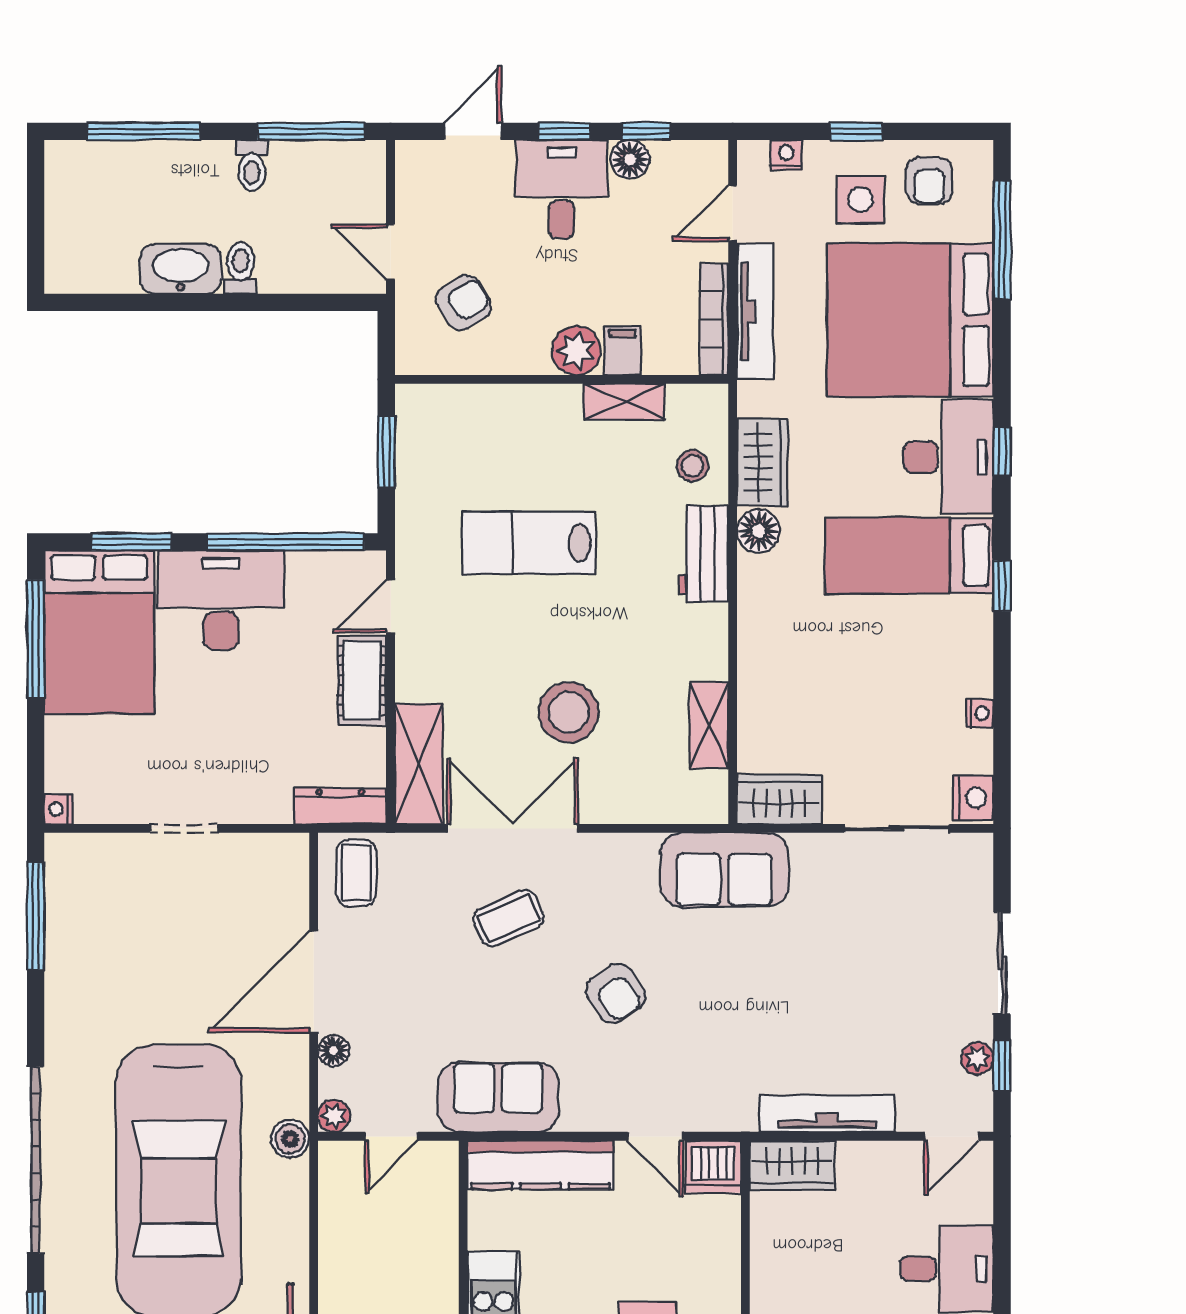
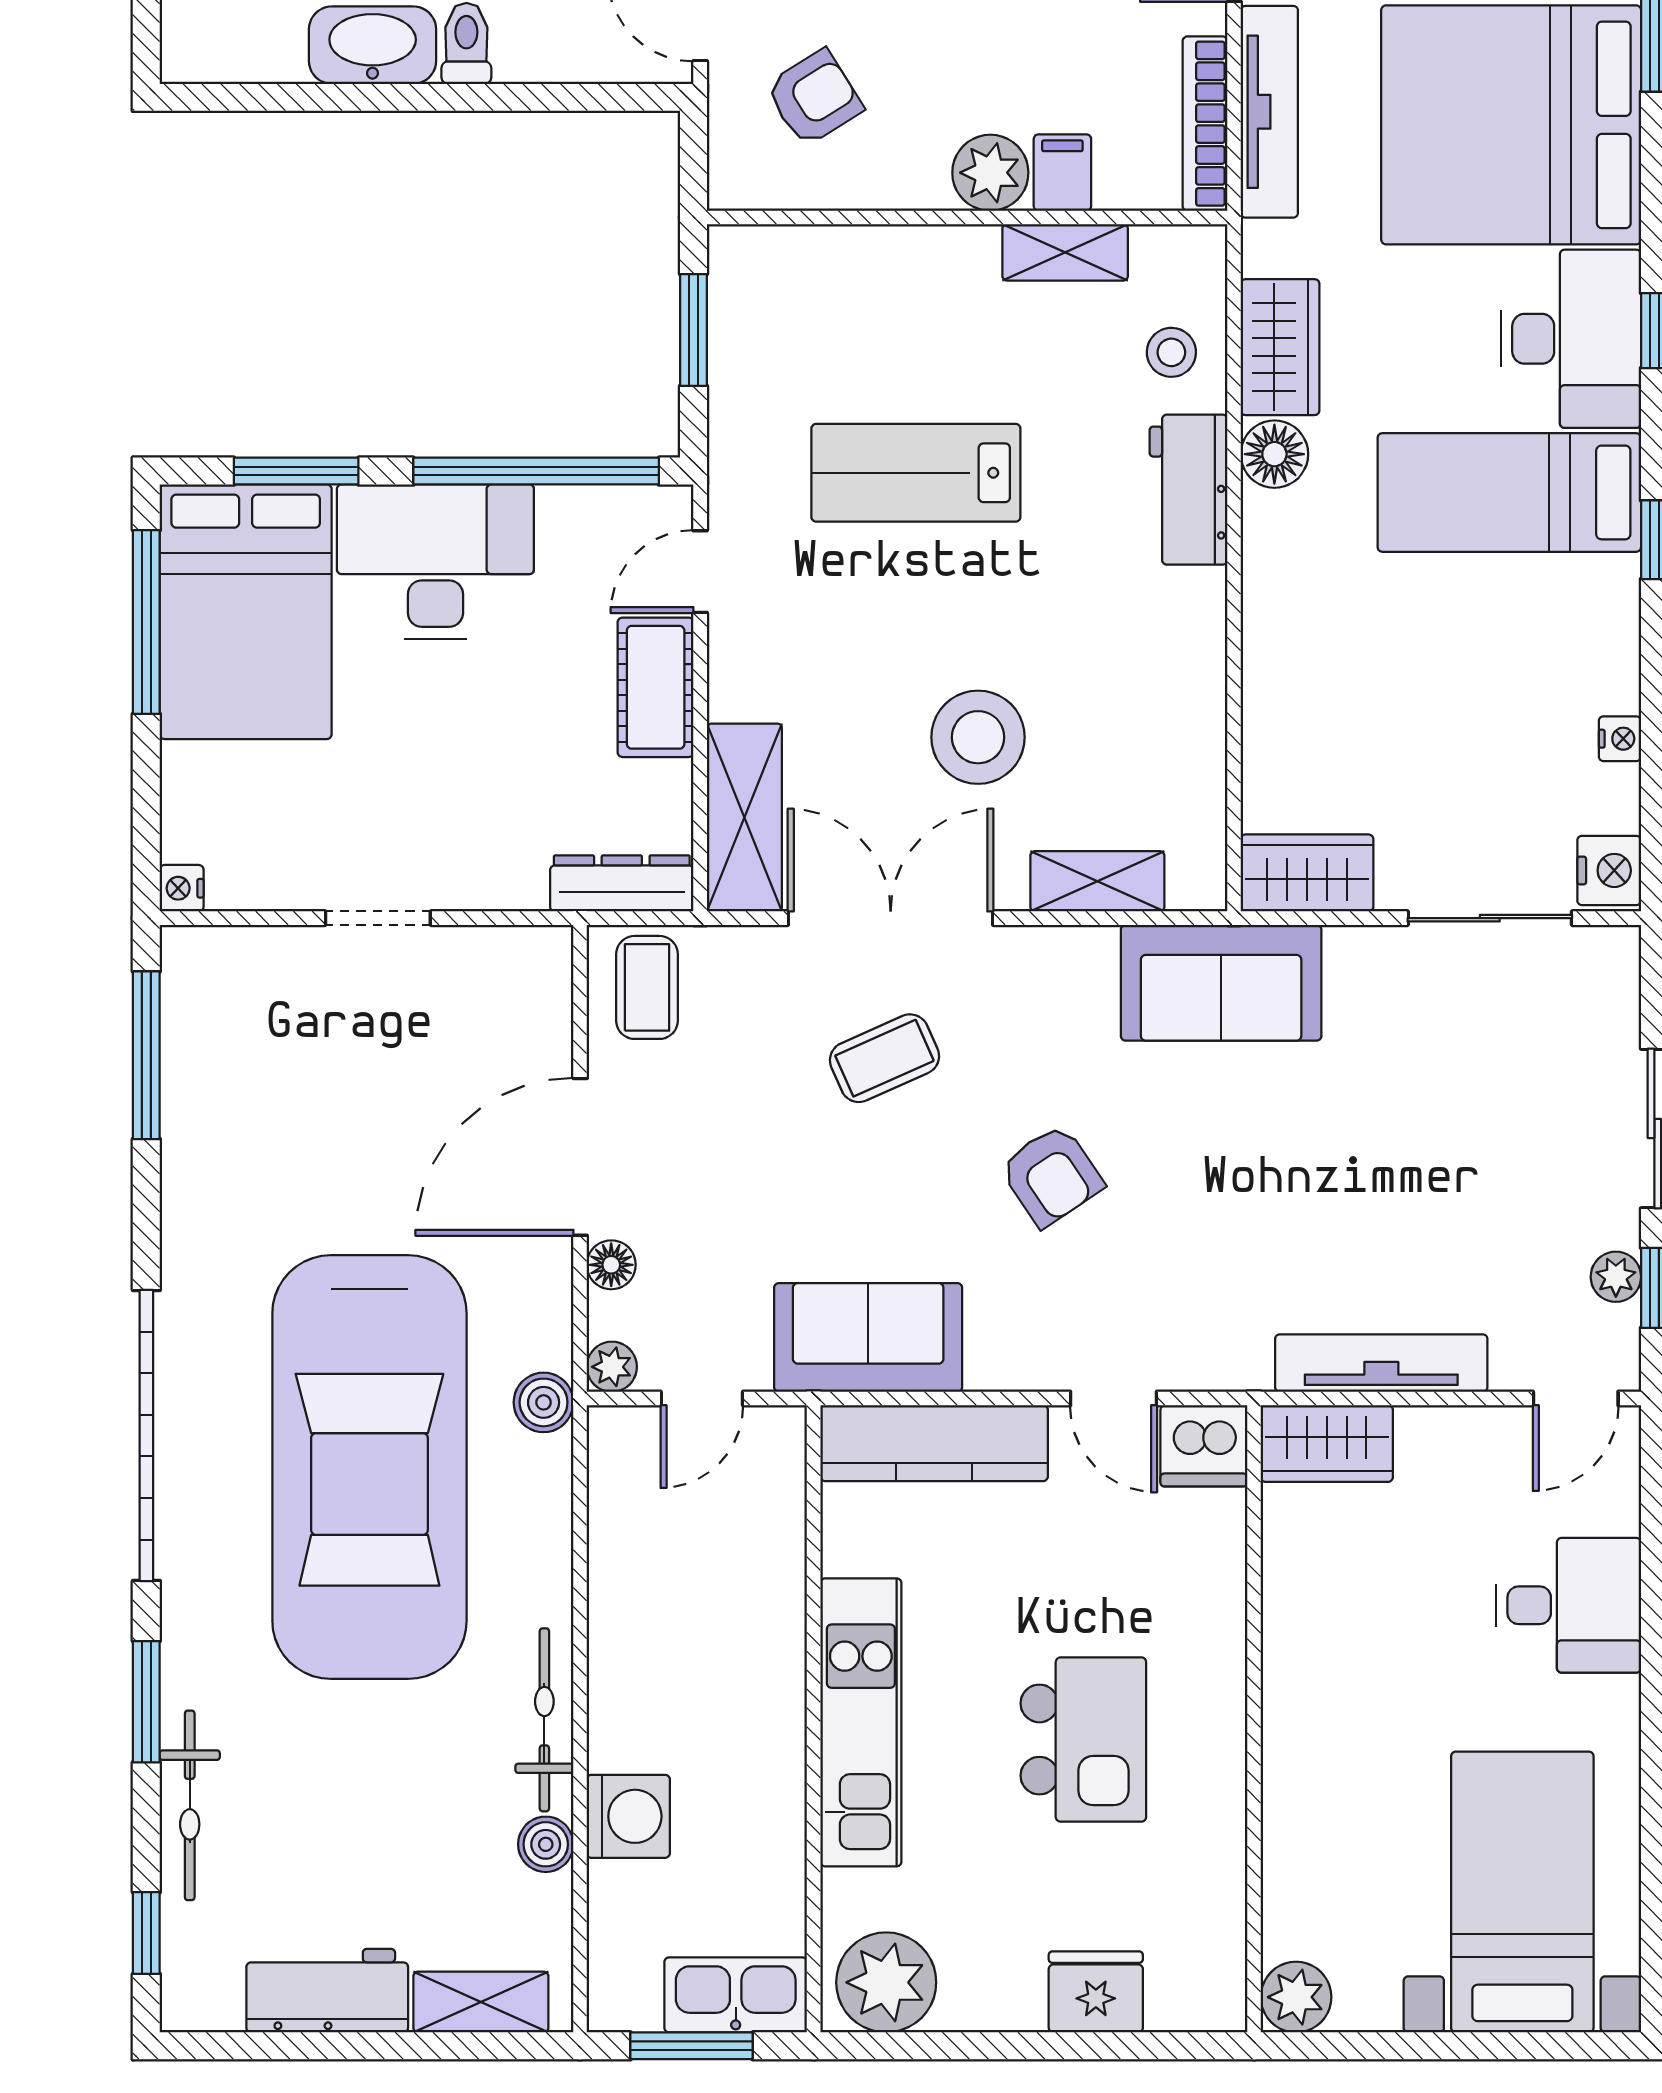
shelving: (709, 725) -> (1097, 881), moved, turned 90

